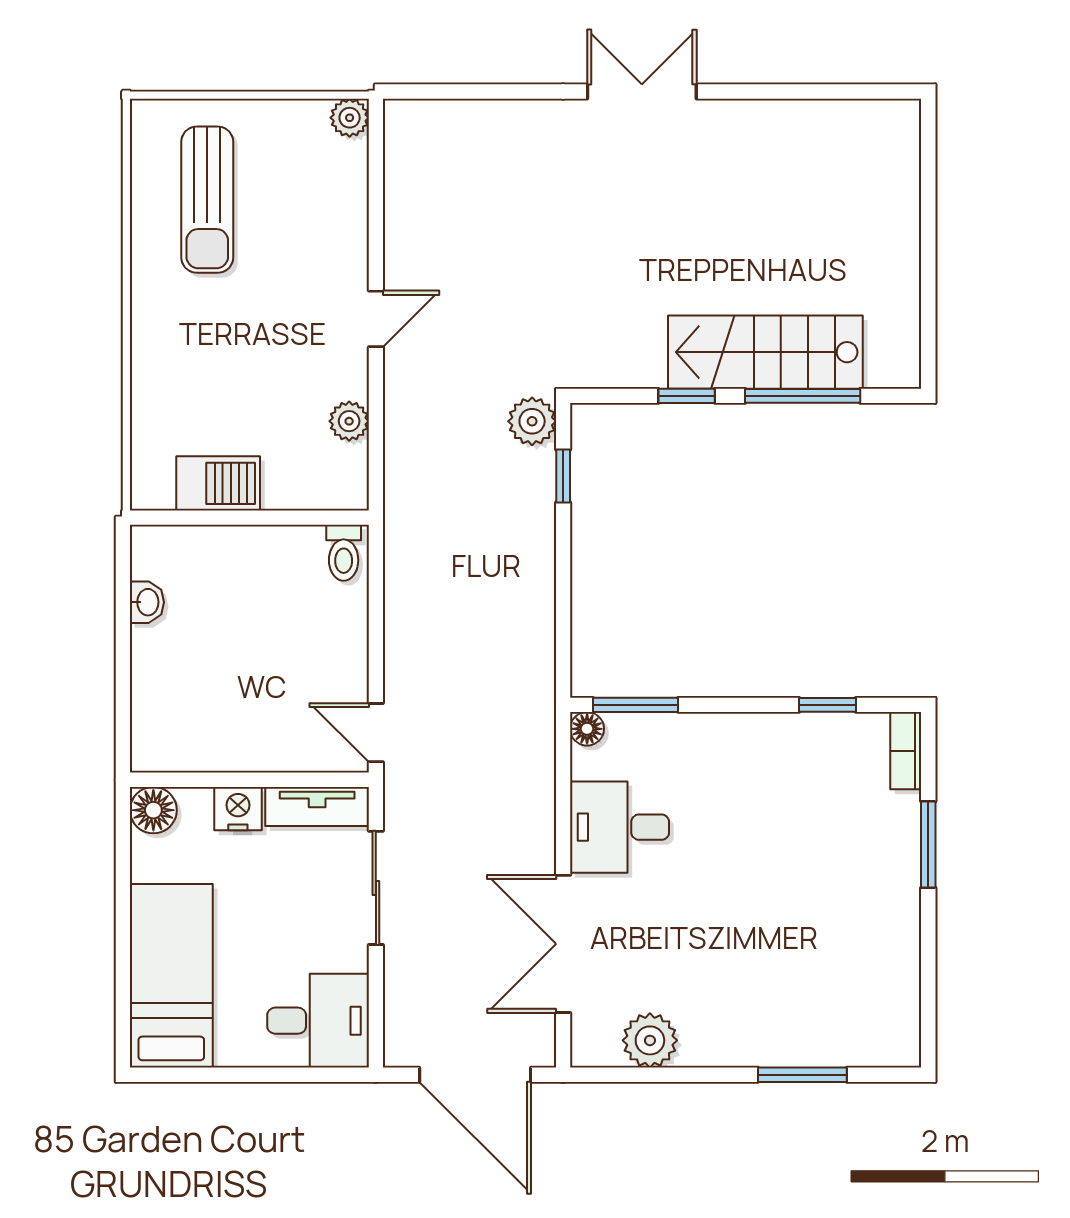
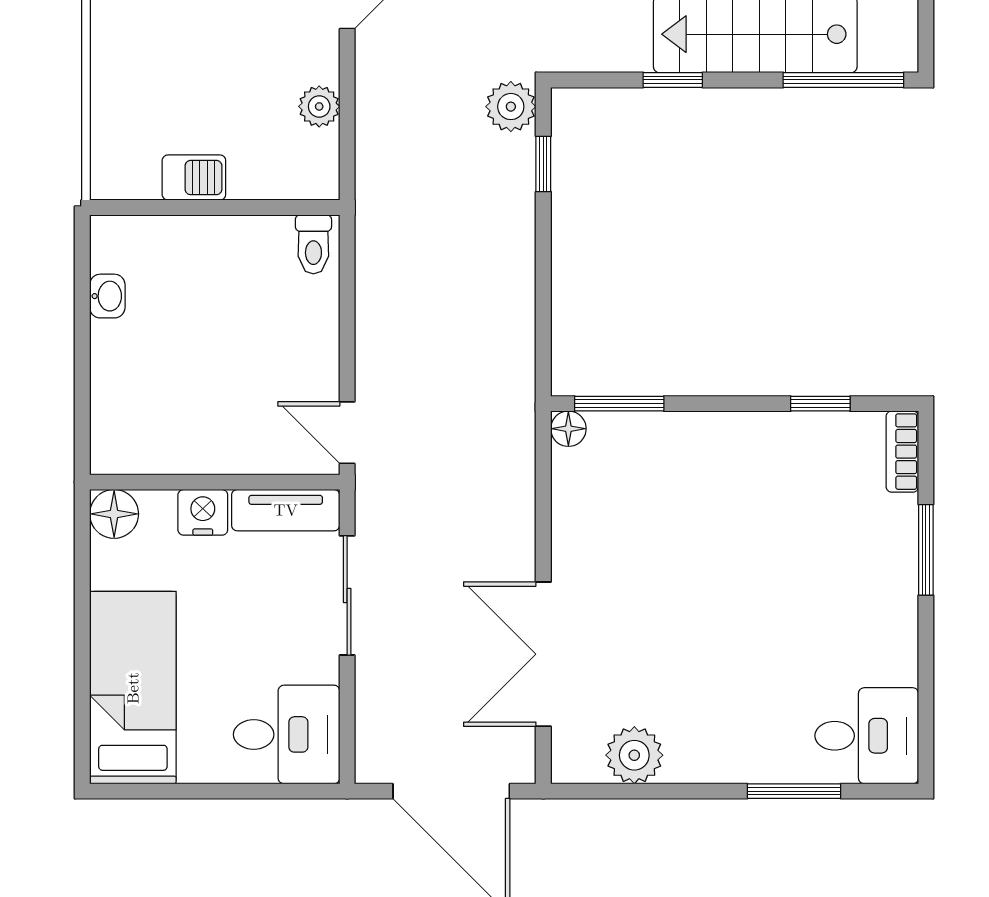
window: (803, 396) -> (843, 80), moved
barbecue: (218, 483) -> (194, 178), width x0.73, depth x0.79
desk: (620, 827) -> (867, 736), moved, turned 180

